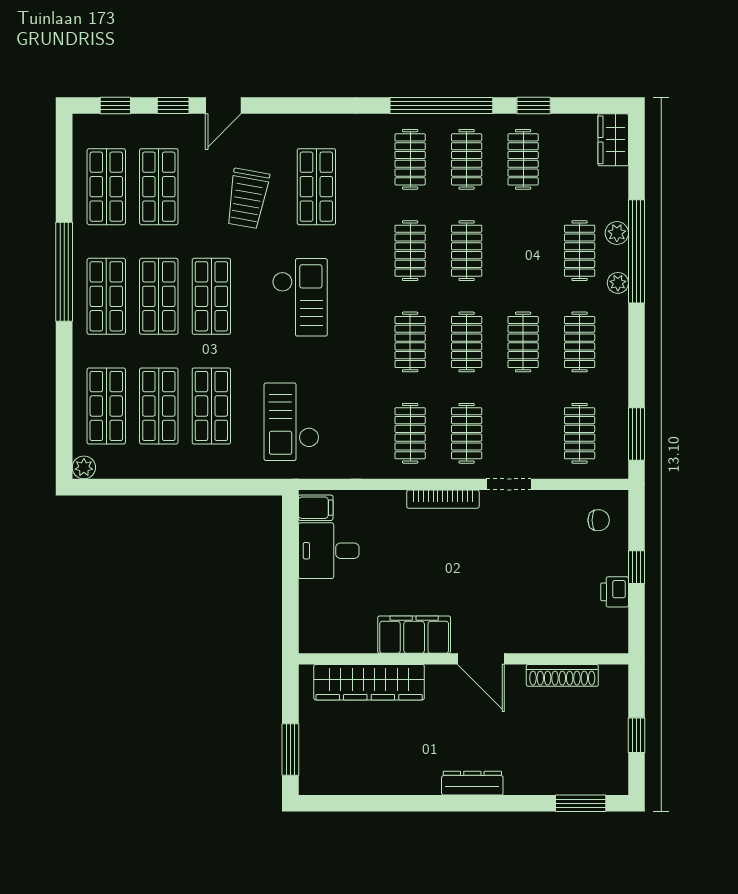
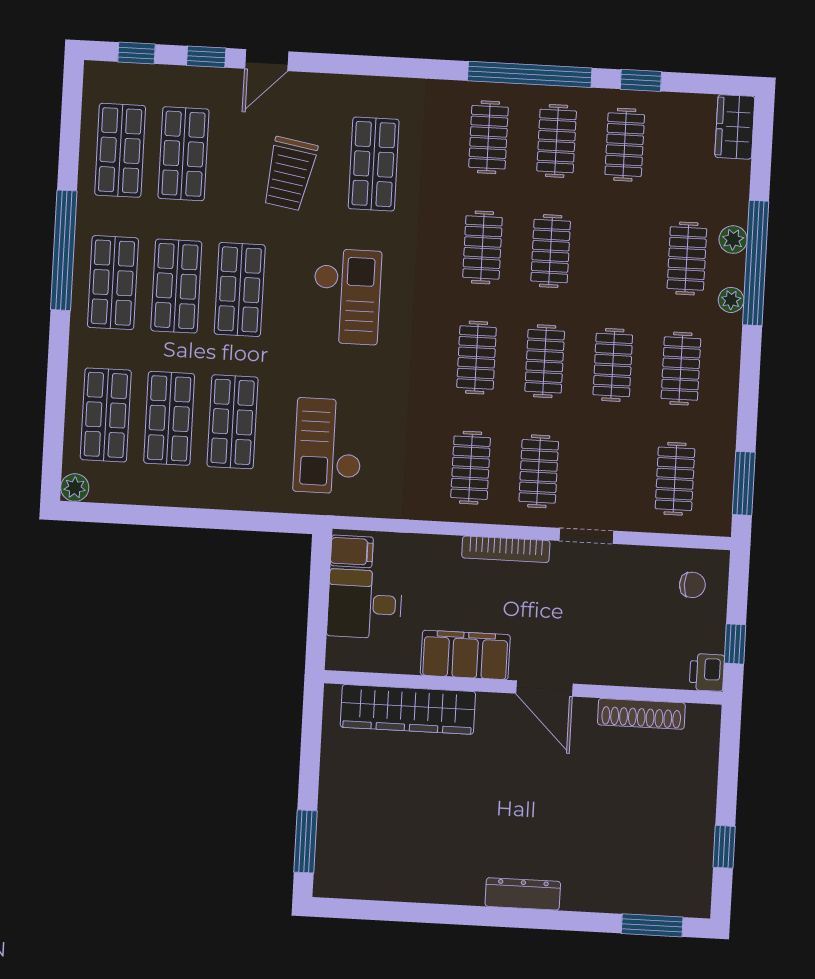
filing cabinet: (414, 635) -> (465, 655), moved
wall: (463, 659) -> (523, 687), moved
door: (481, 659) -> (544, 689), moved
shoe rack: (562, 675) -> (641, 714), moved
wardrobe: (369, 682) -> (408, 709), moved

